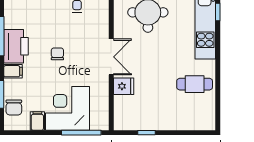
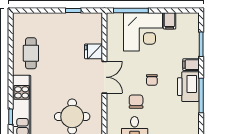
double door: (111, 57) -> (104, 77), swing flipped
cafe table: (195, 84) -> (31, 53), turned 90
chair: (14, 107) -> (136, 102), moved

